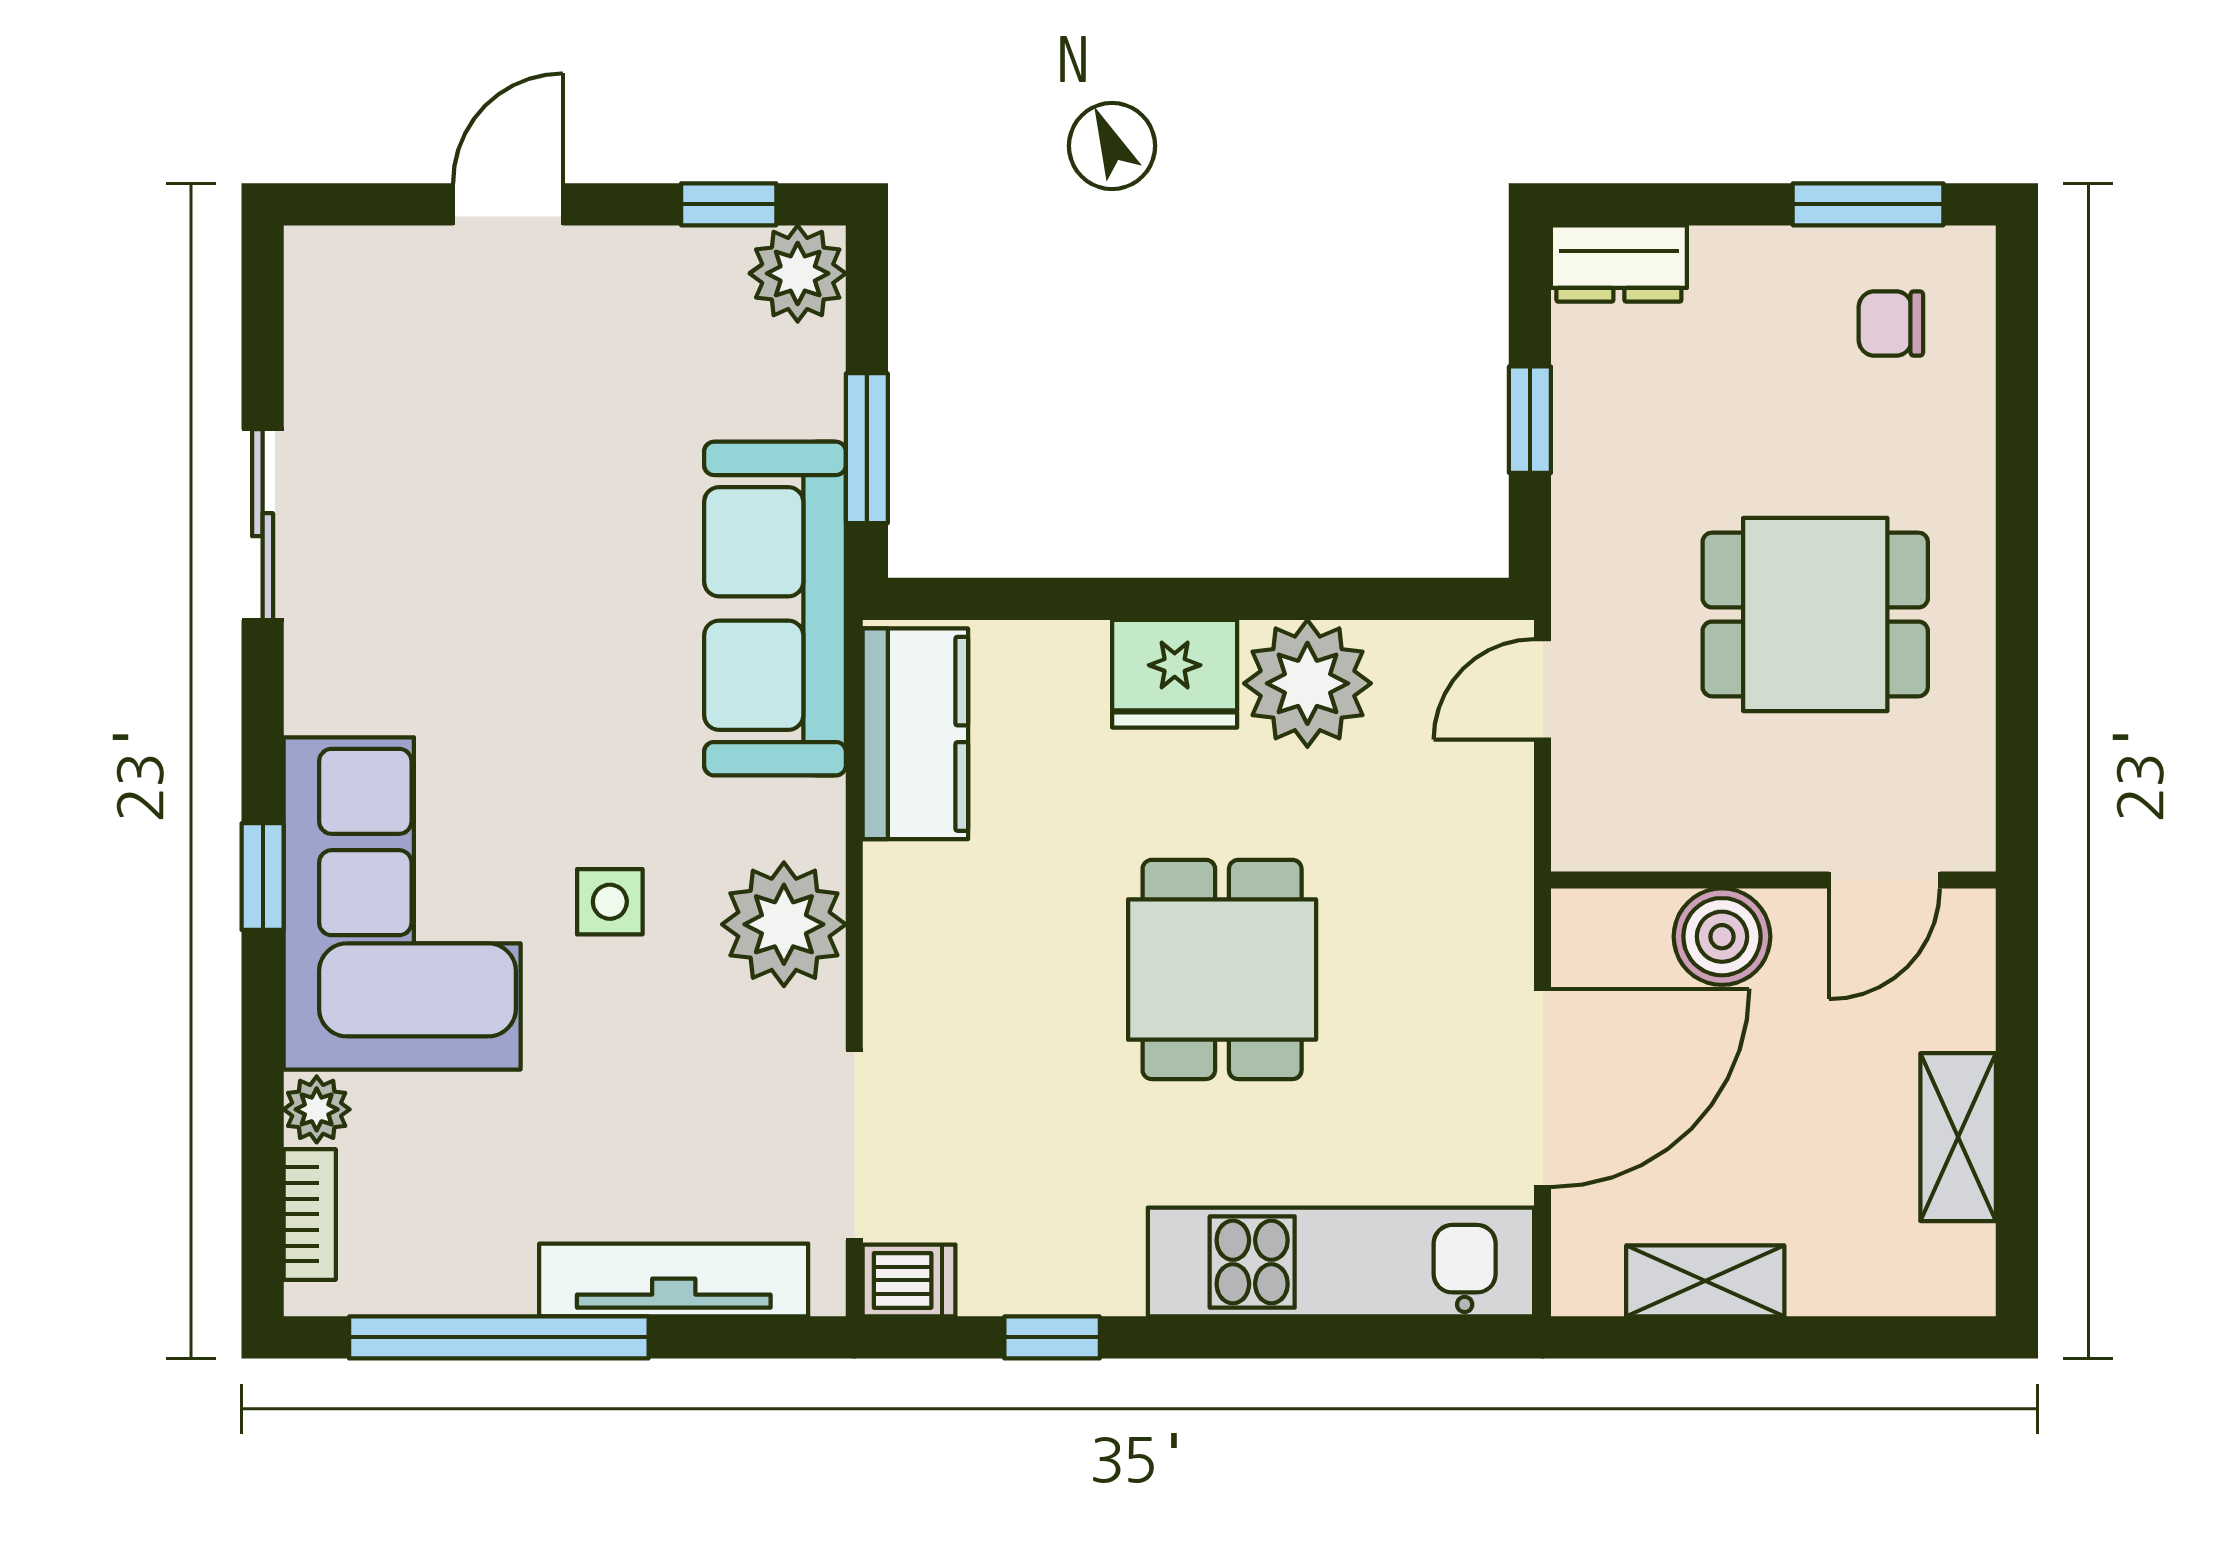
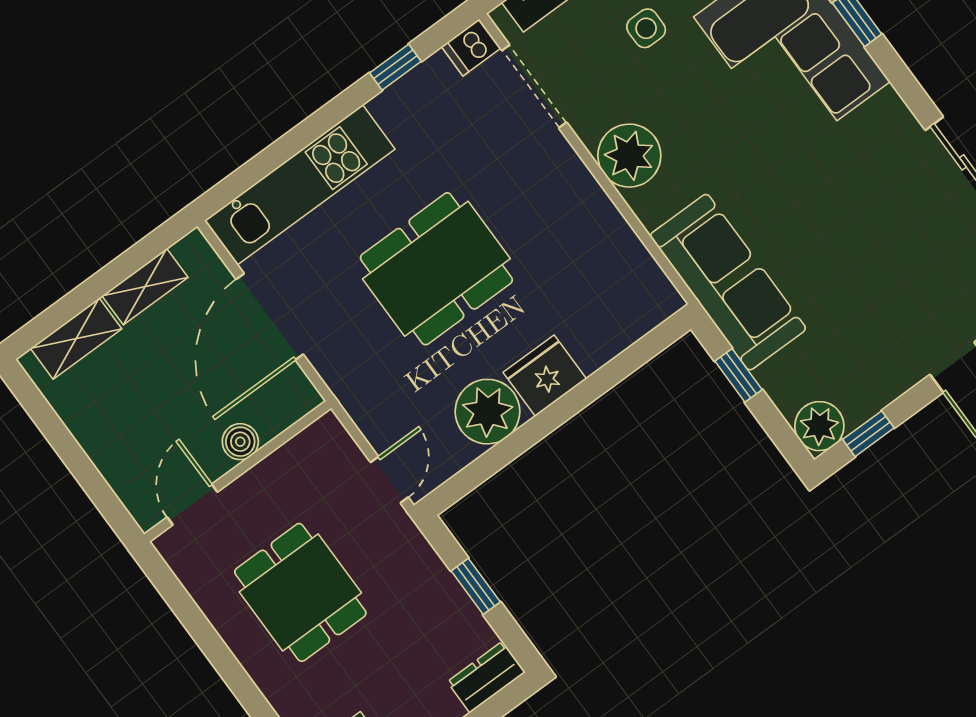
window: (867, 448) -> (739, 375), width x0.67
dining table: (1815, 614) -> (300, 592), turned 90
kitchen counter: (915, 734) -> (633, 273), removed
side table: (610, 902) -> (646, 28), moved
boiler: (1722, 937) -> (240, 442), width x0.73, depth x0.73
dining table: (1222, 969) -> (436, 269), width x1.38
shelving: (1958, 1137) -> (76, 339), moved, turned 90

